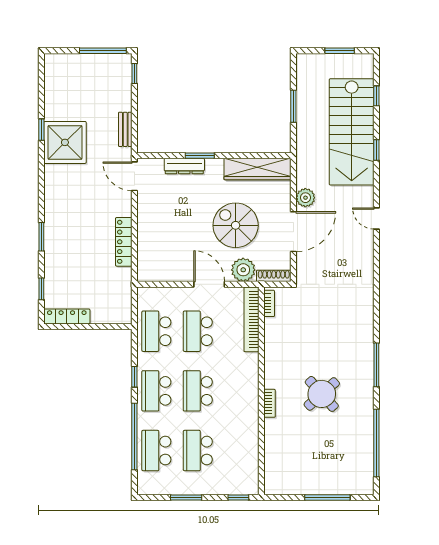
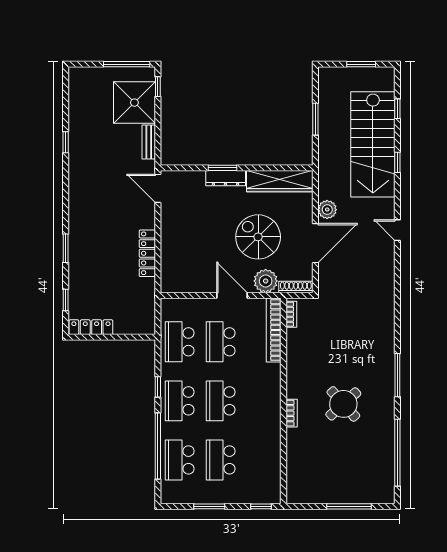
shower: (65, 142) -> (134, 103), moved
dresser: (184, 166) -> (226, 178), moved

